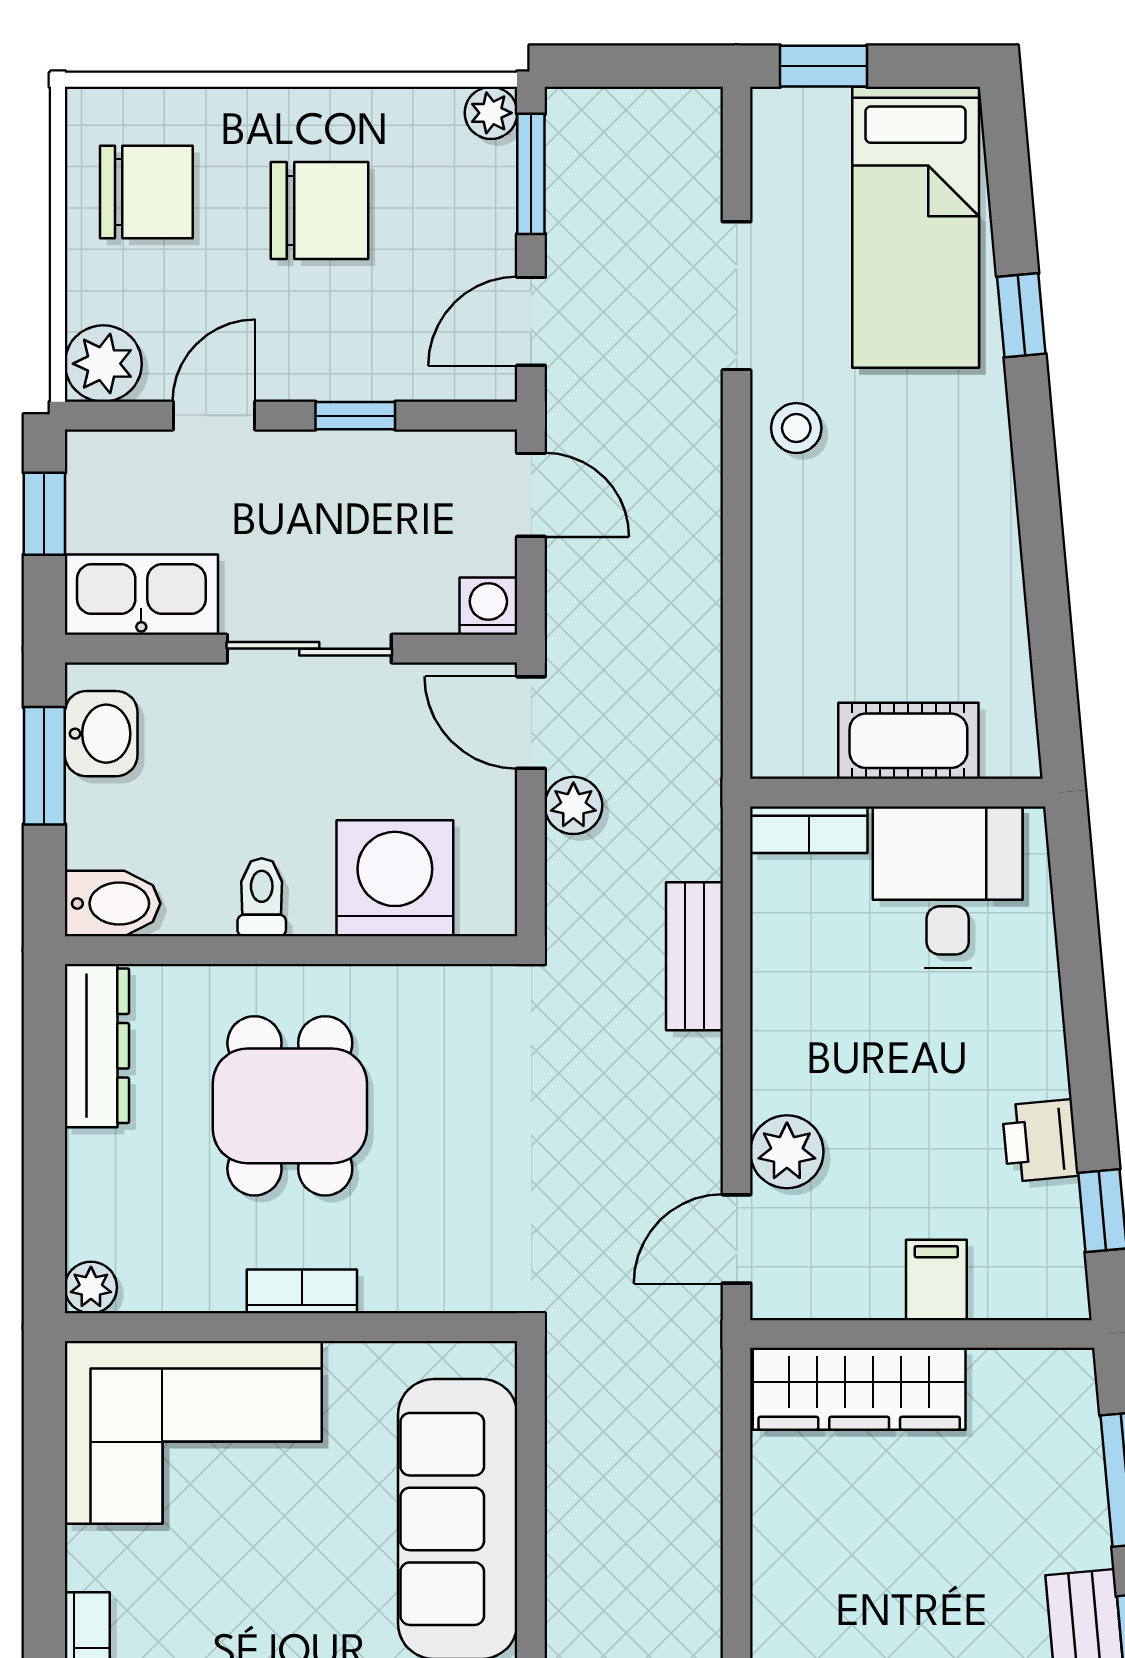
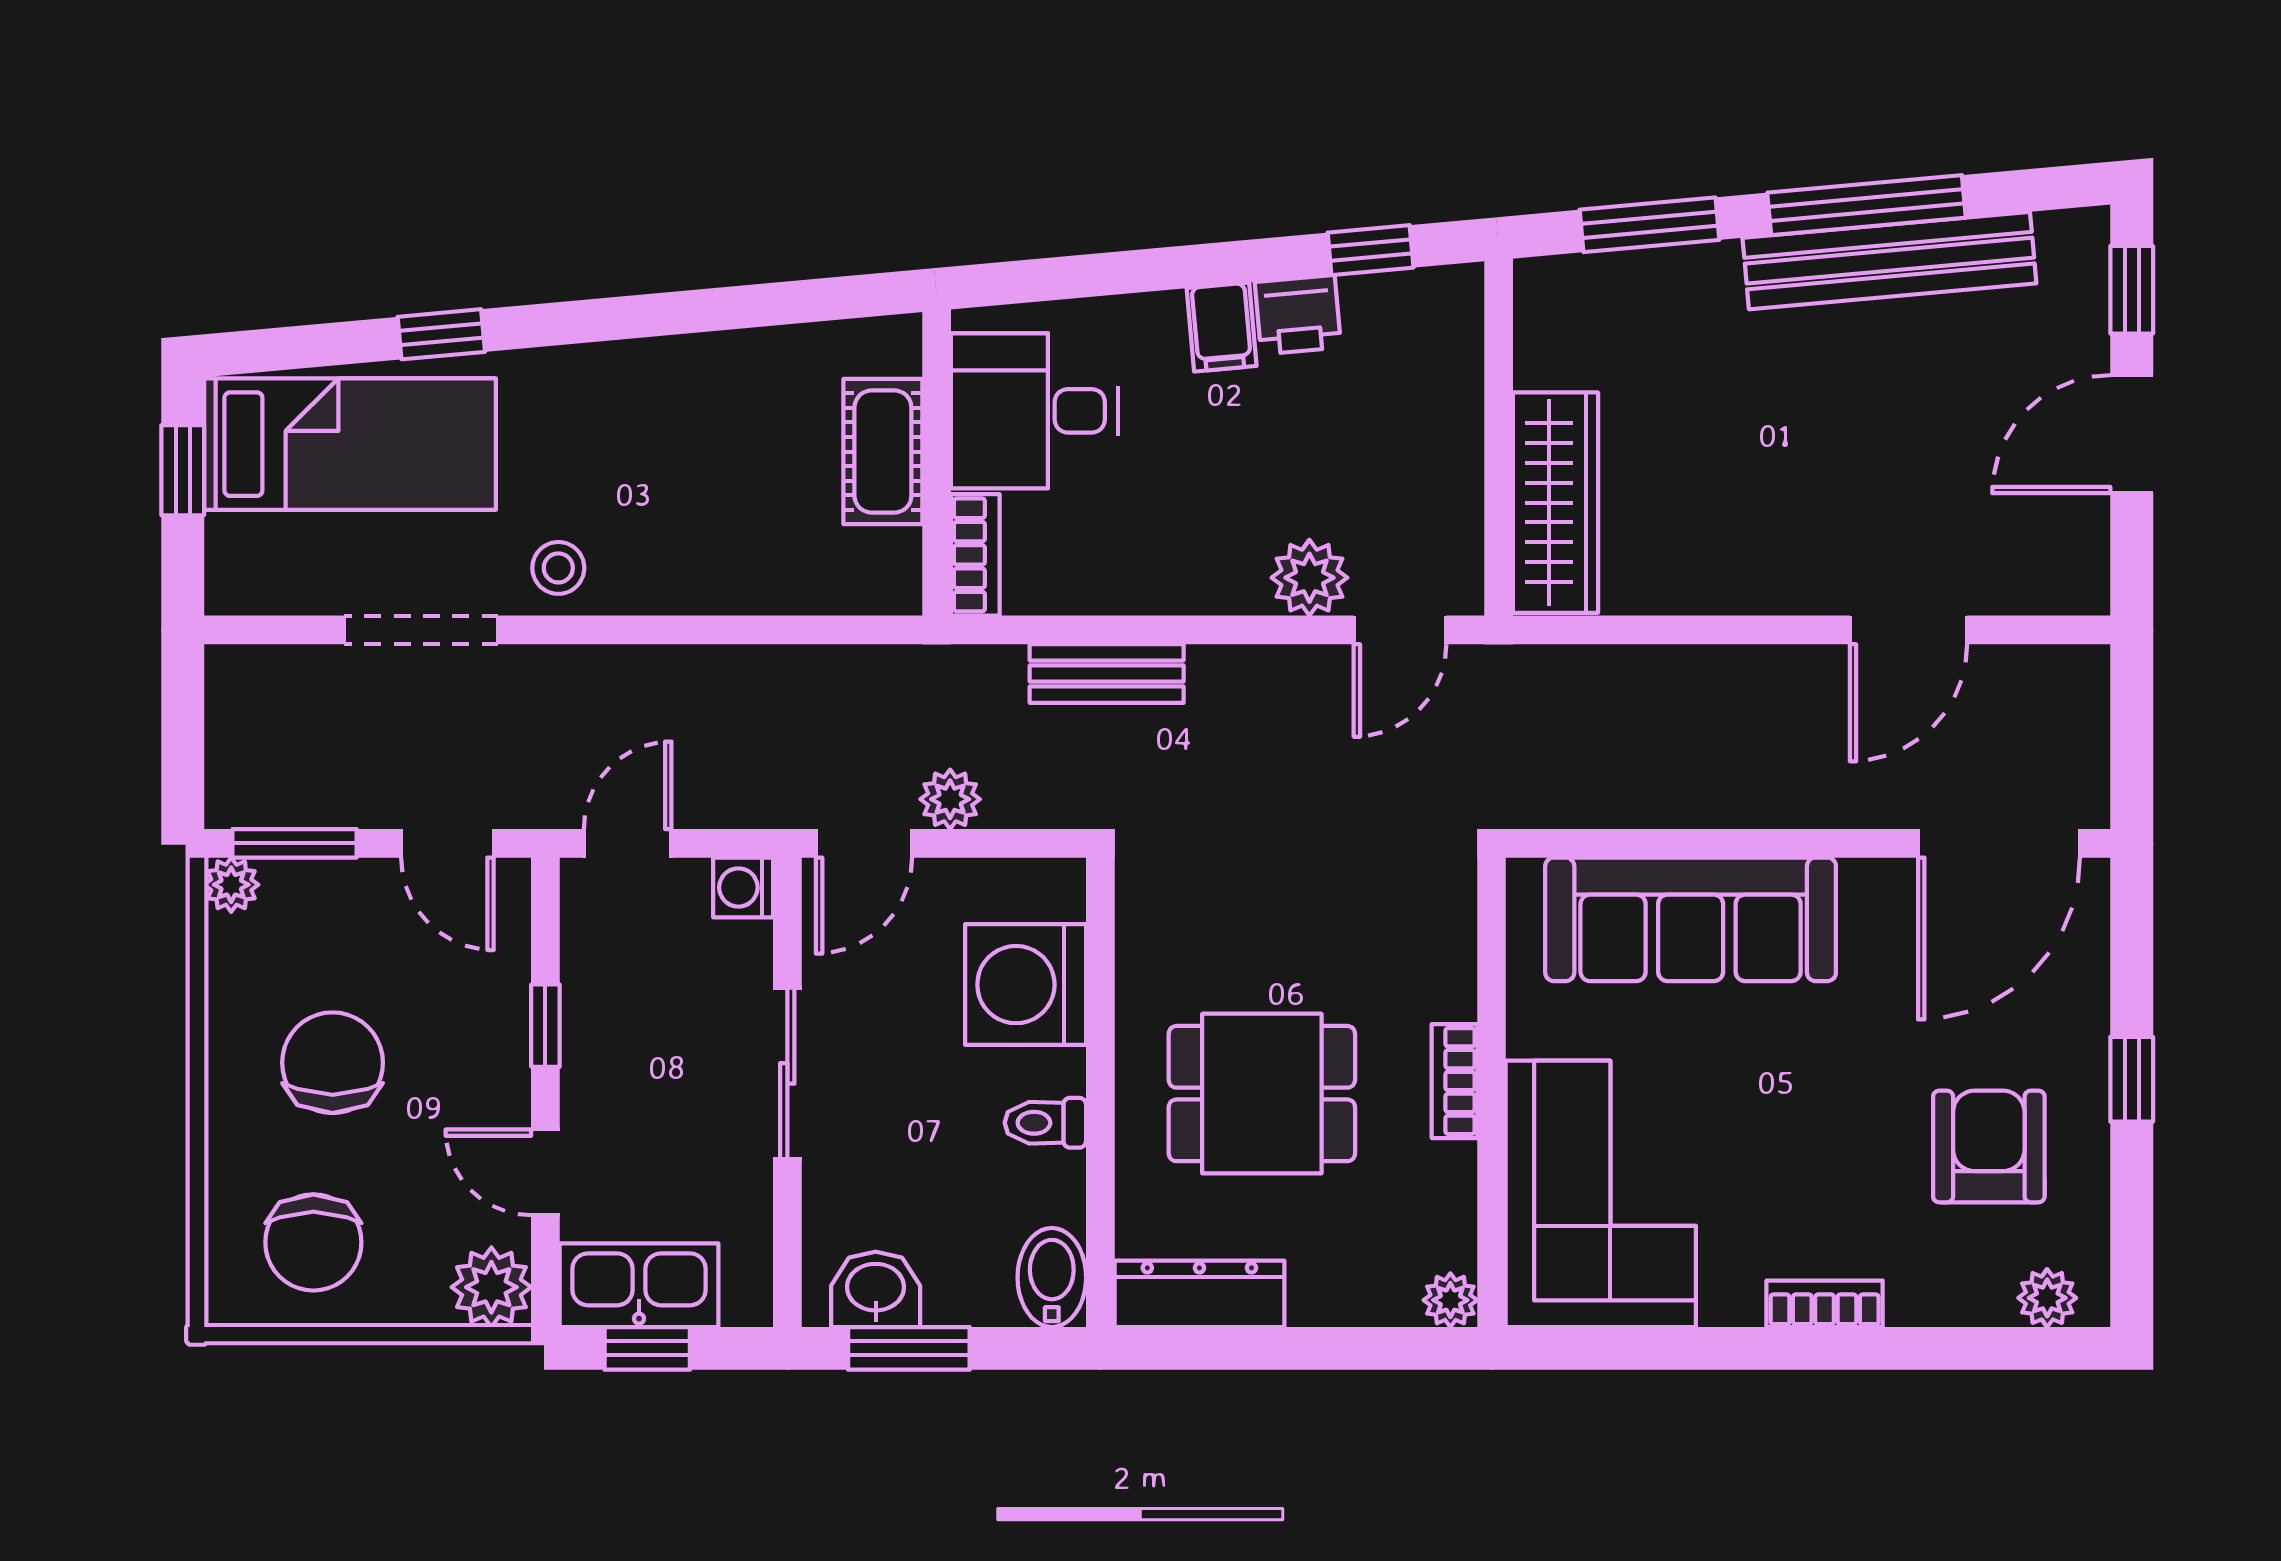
window: (823, 66) -> (183, 470), moved
chair: (146, 192) -> (313, 1242), turned 180
kitchen sink: (141, 595) -> (639, 1285), moved, turned 90
door: (737, 1239) -> (1400, 630), hinge flipped
filing cabinet: (936, 1280) -> (1222, 327), moved, turned -95

